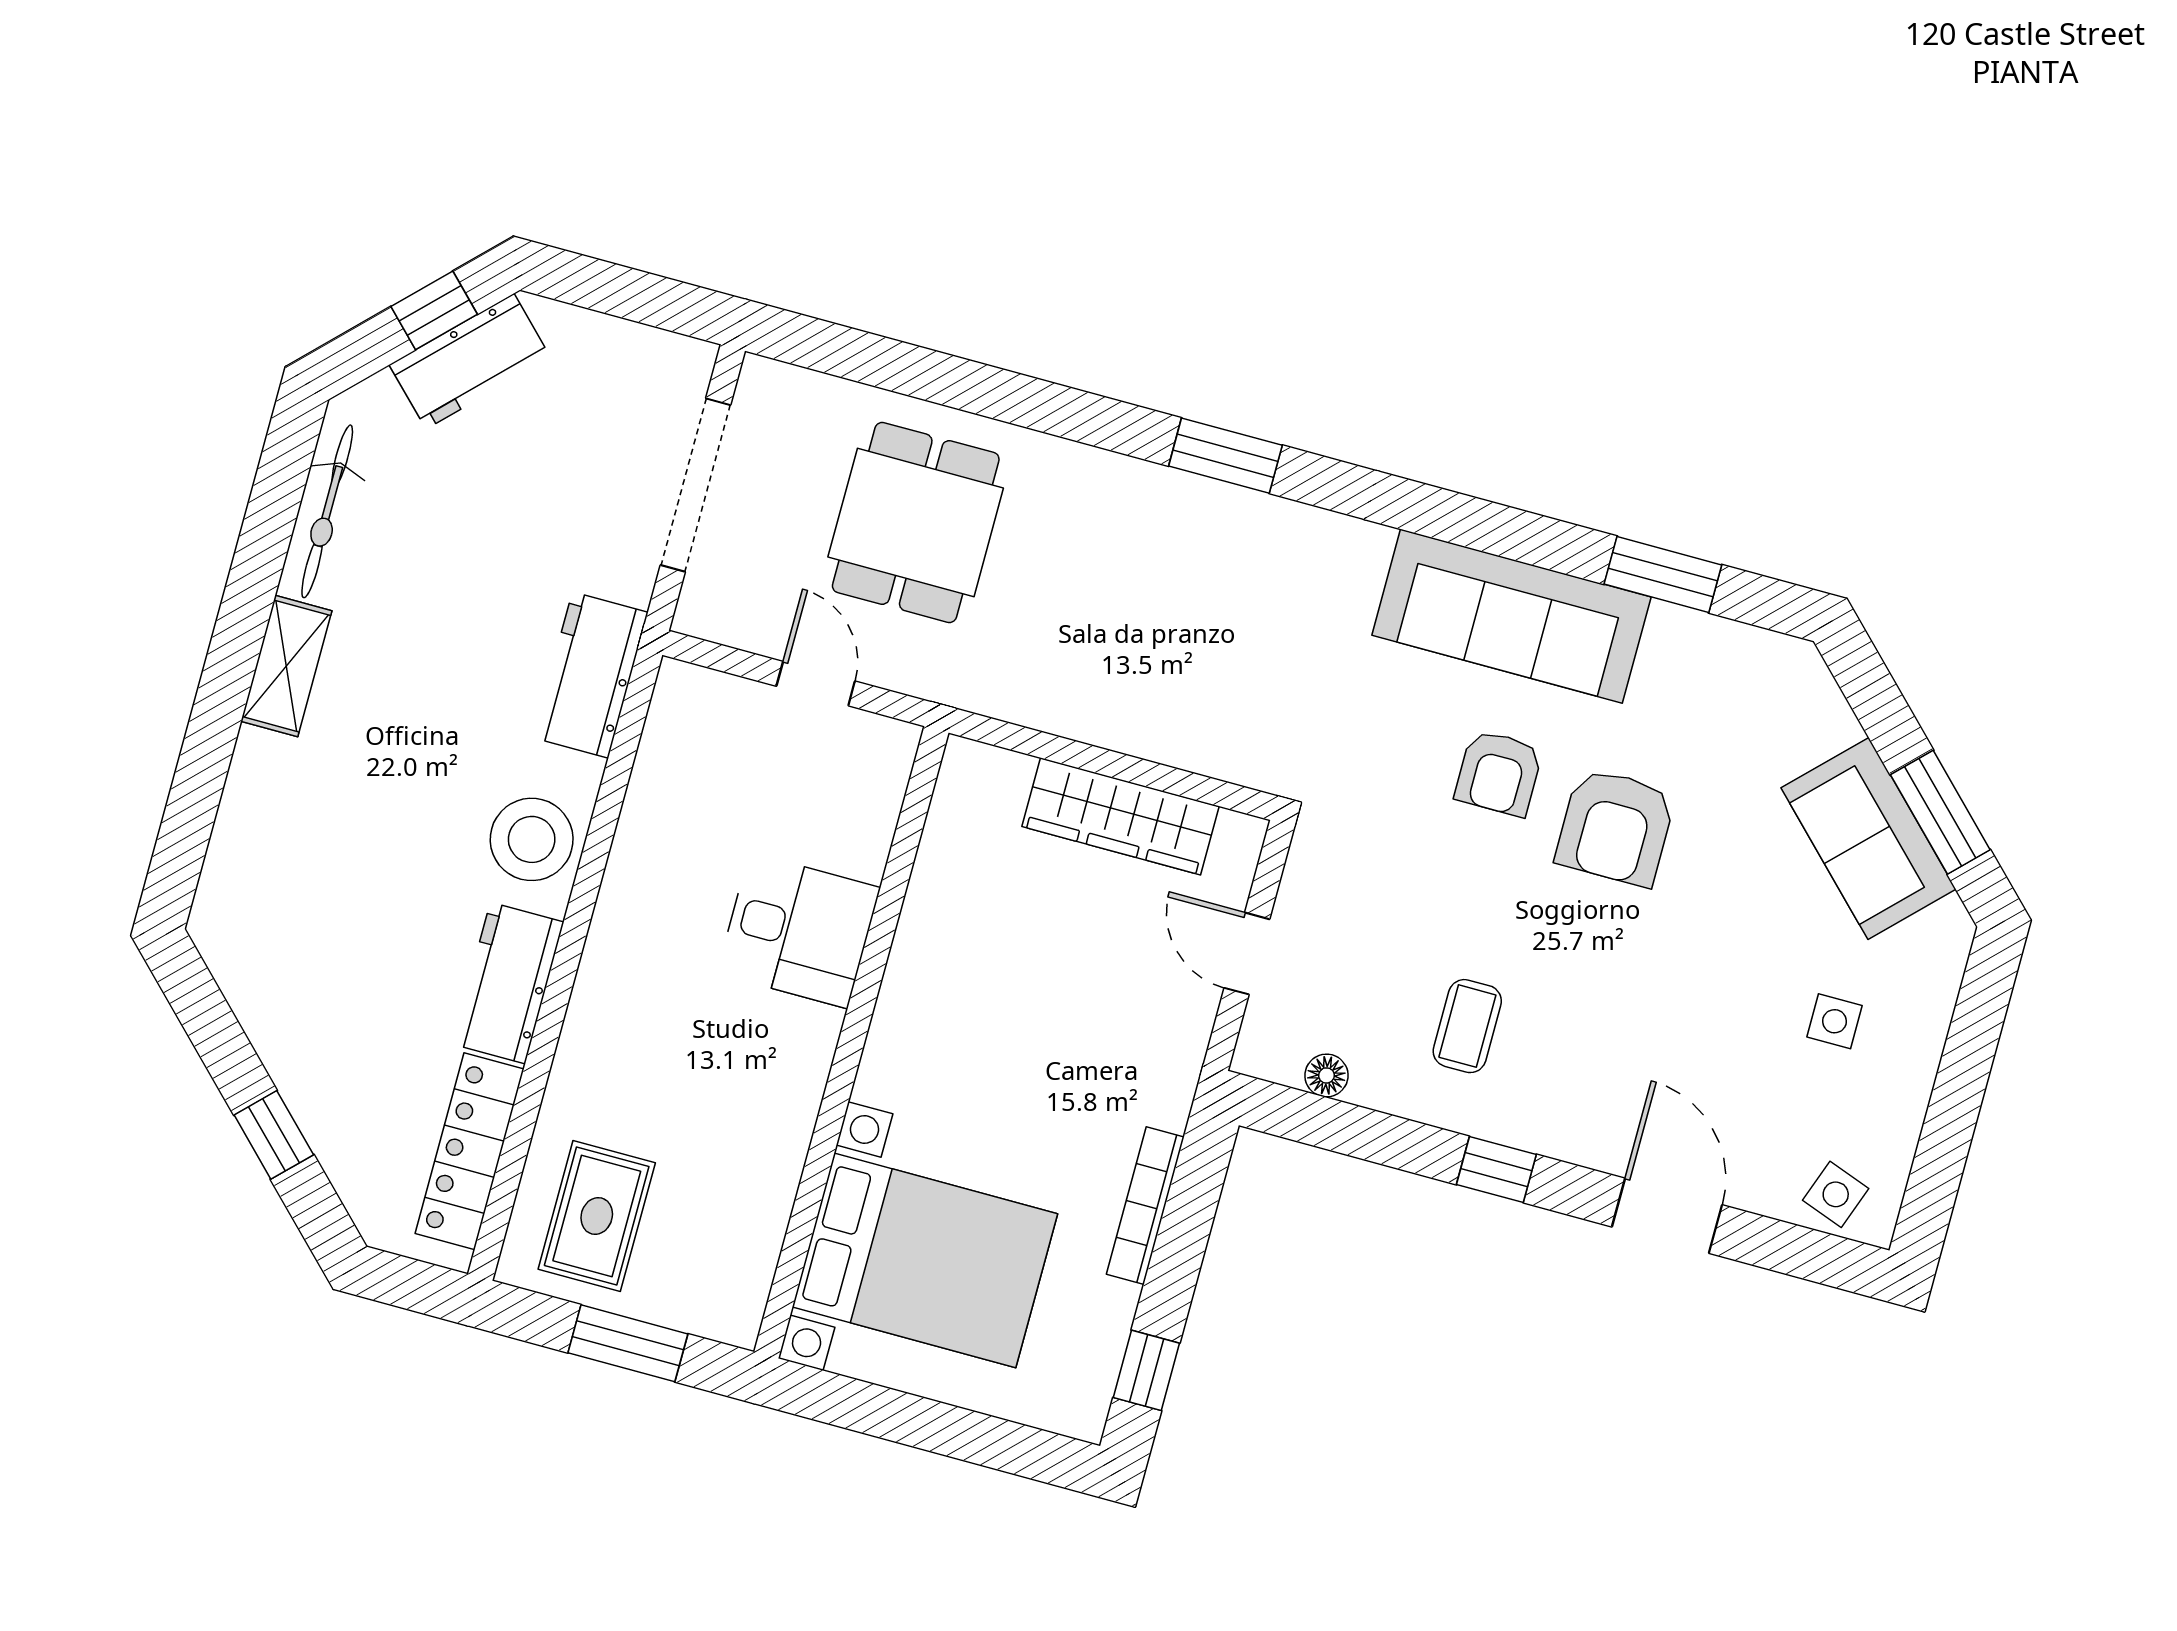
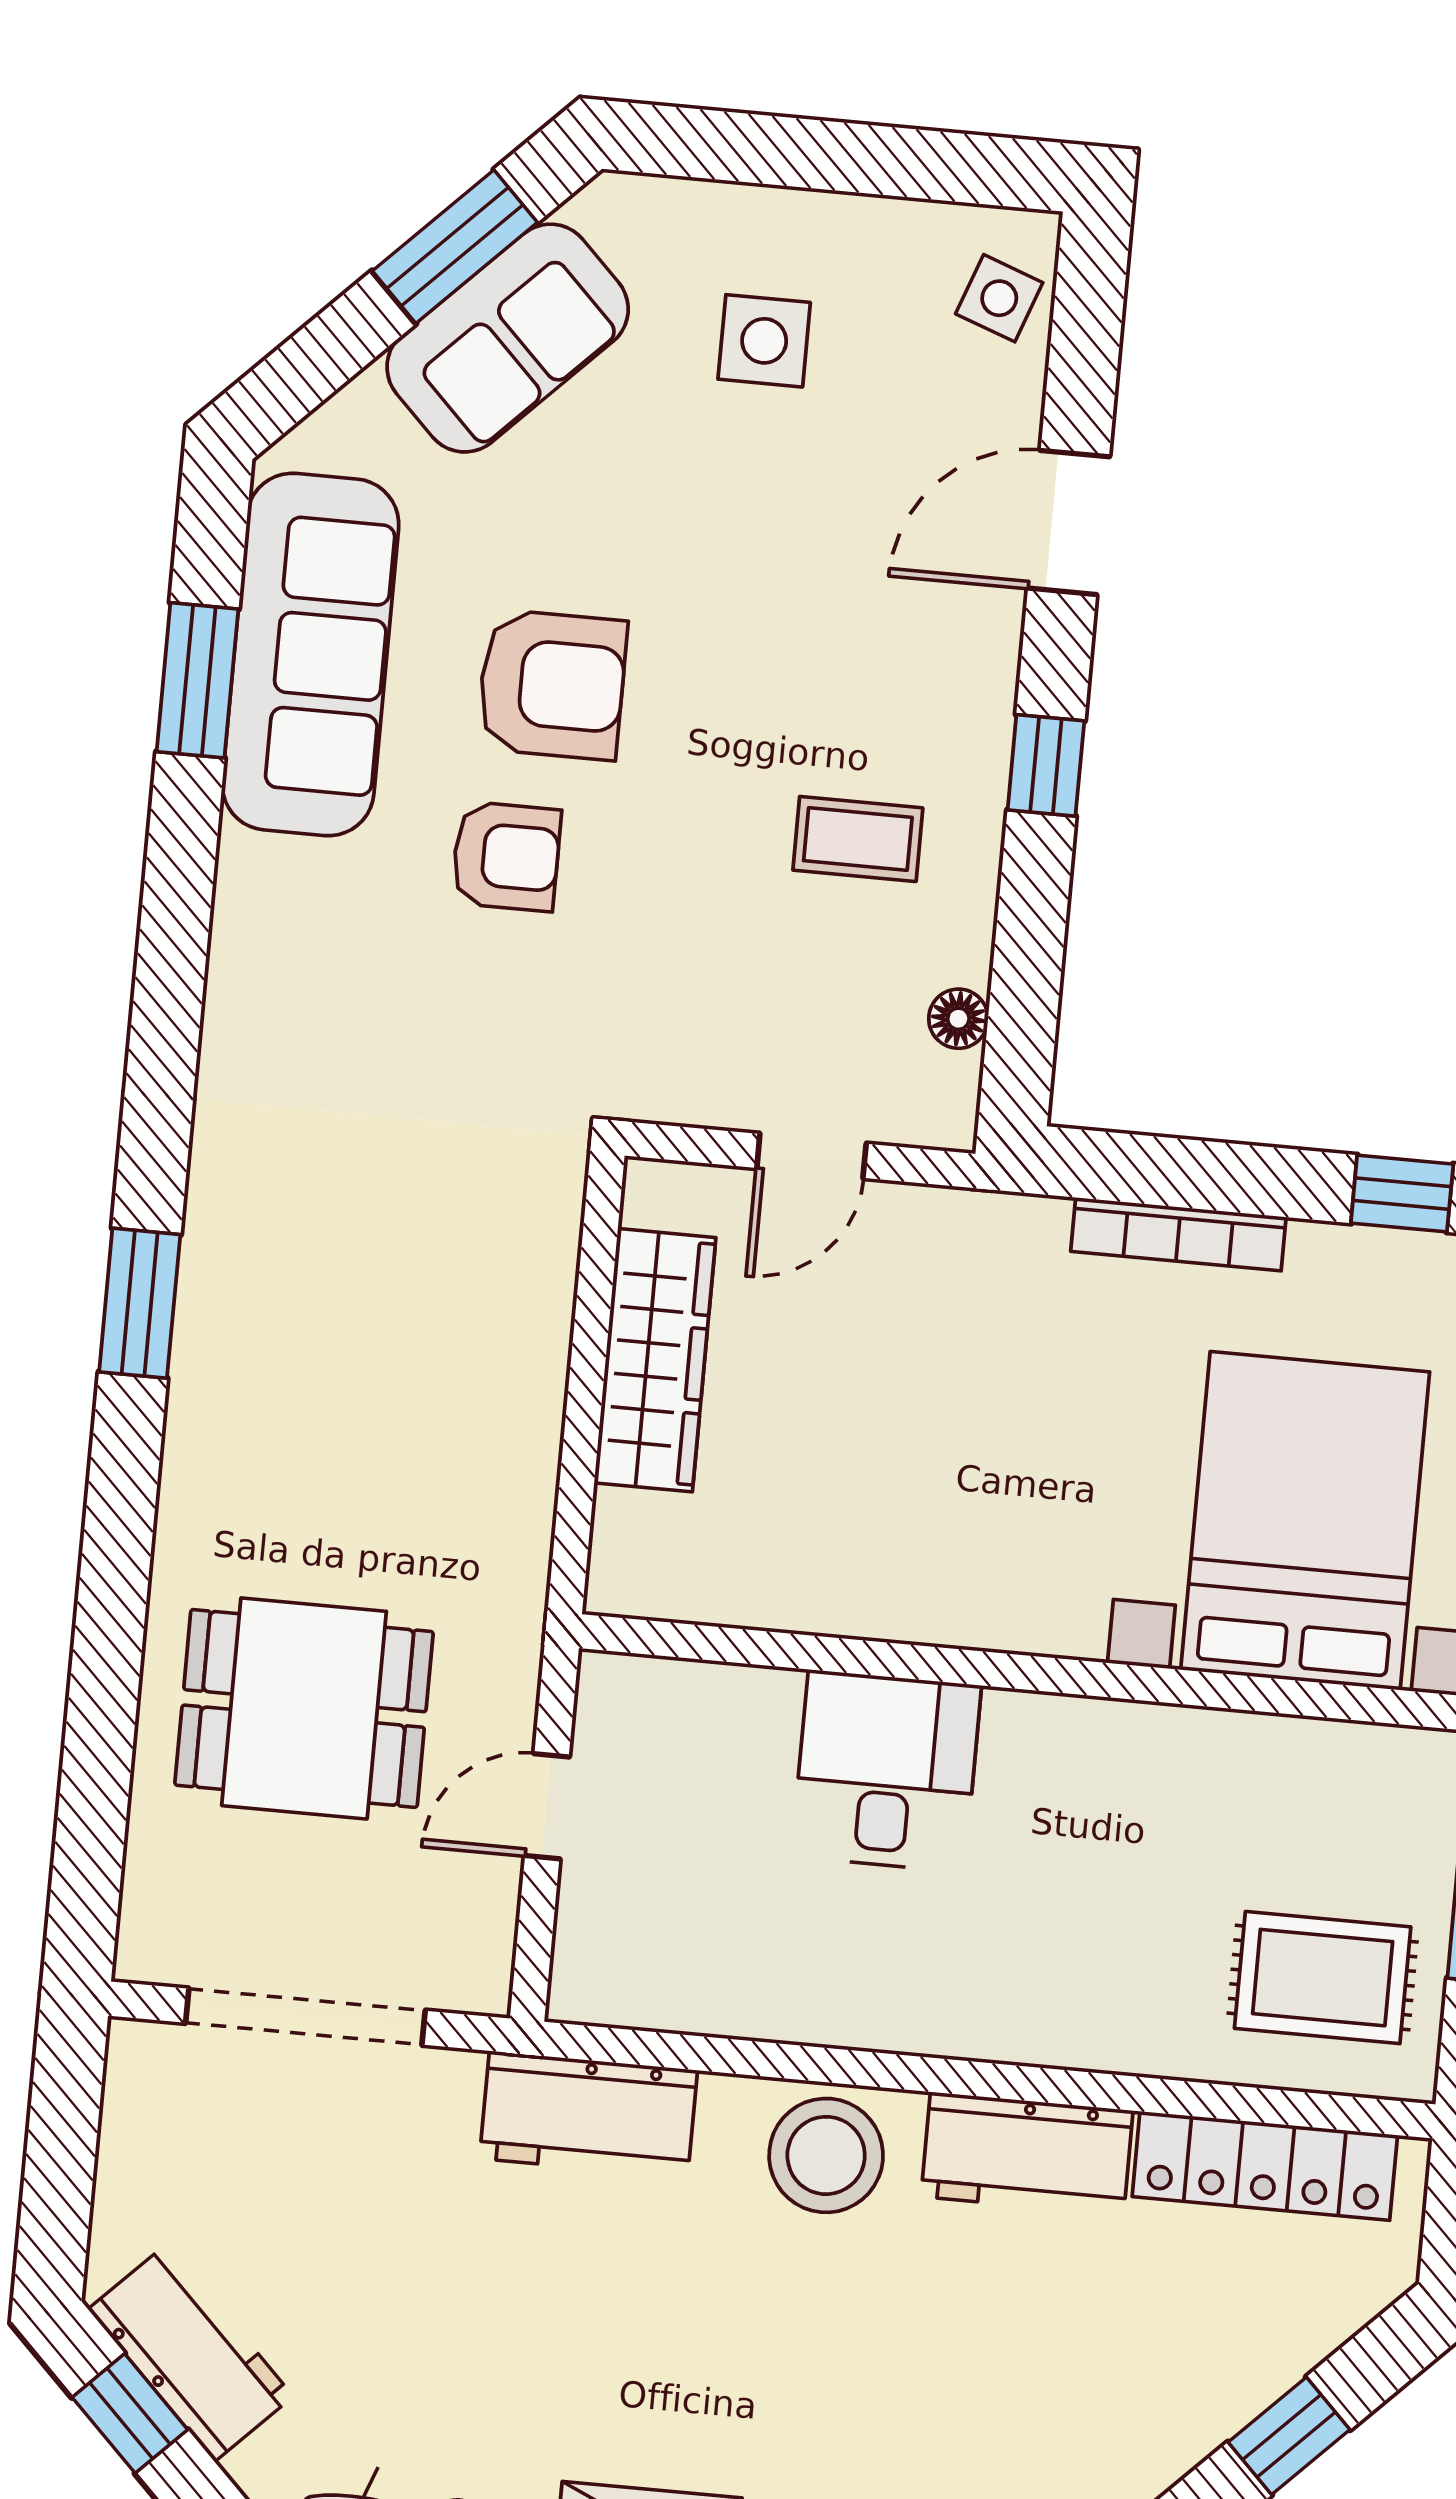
sofa: (1511, 616) -> (310, 654), moved
side table: (1835, 1021) -> (764, 341), width x1.37, depth x1.37

